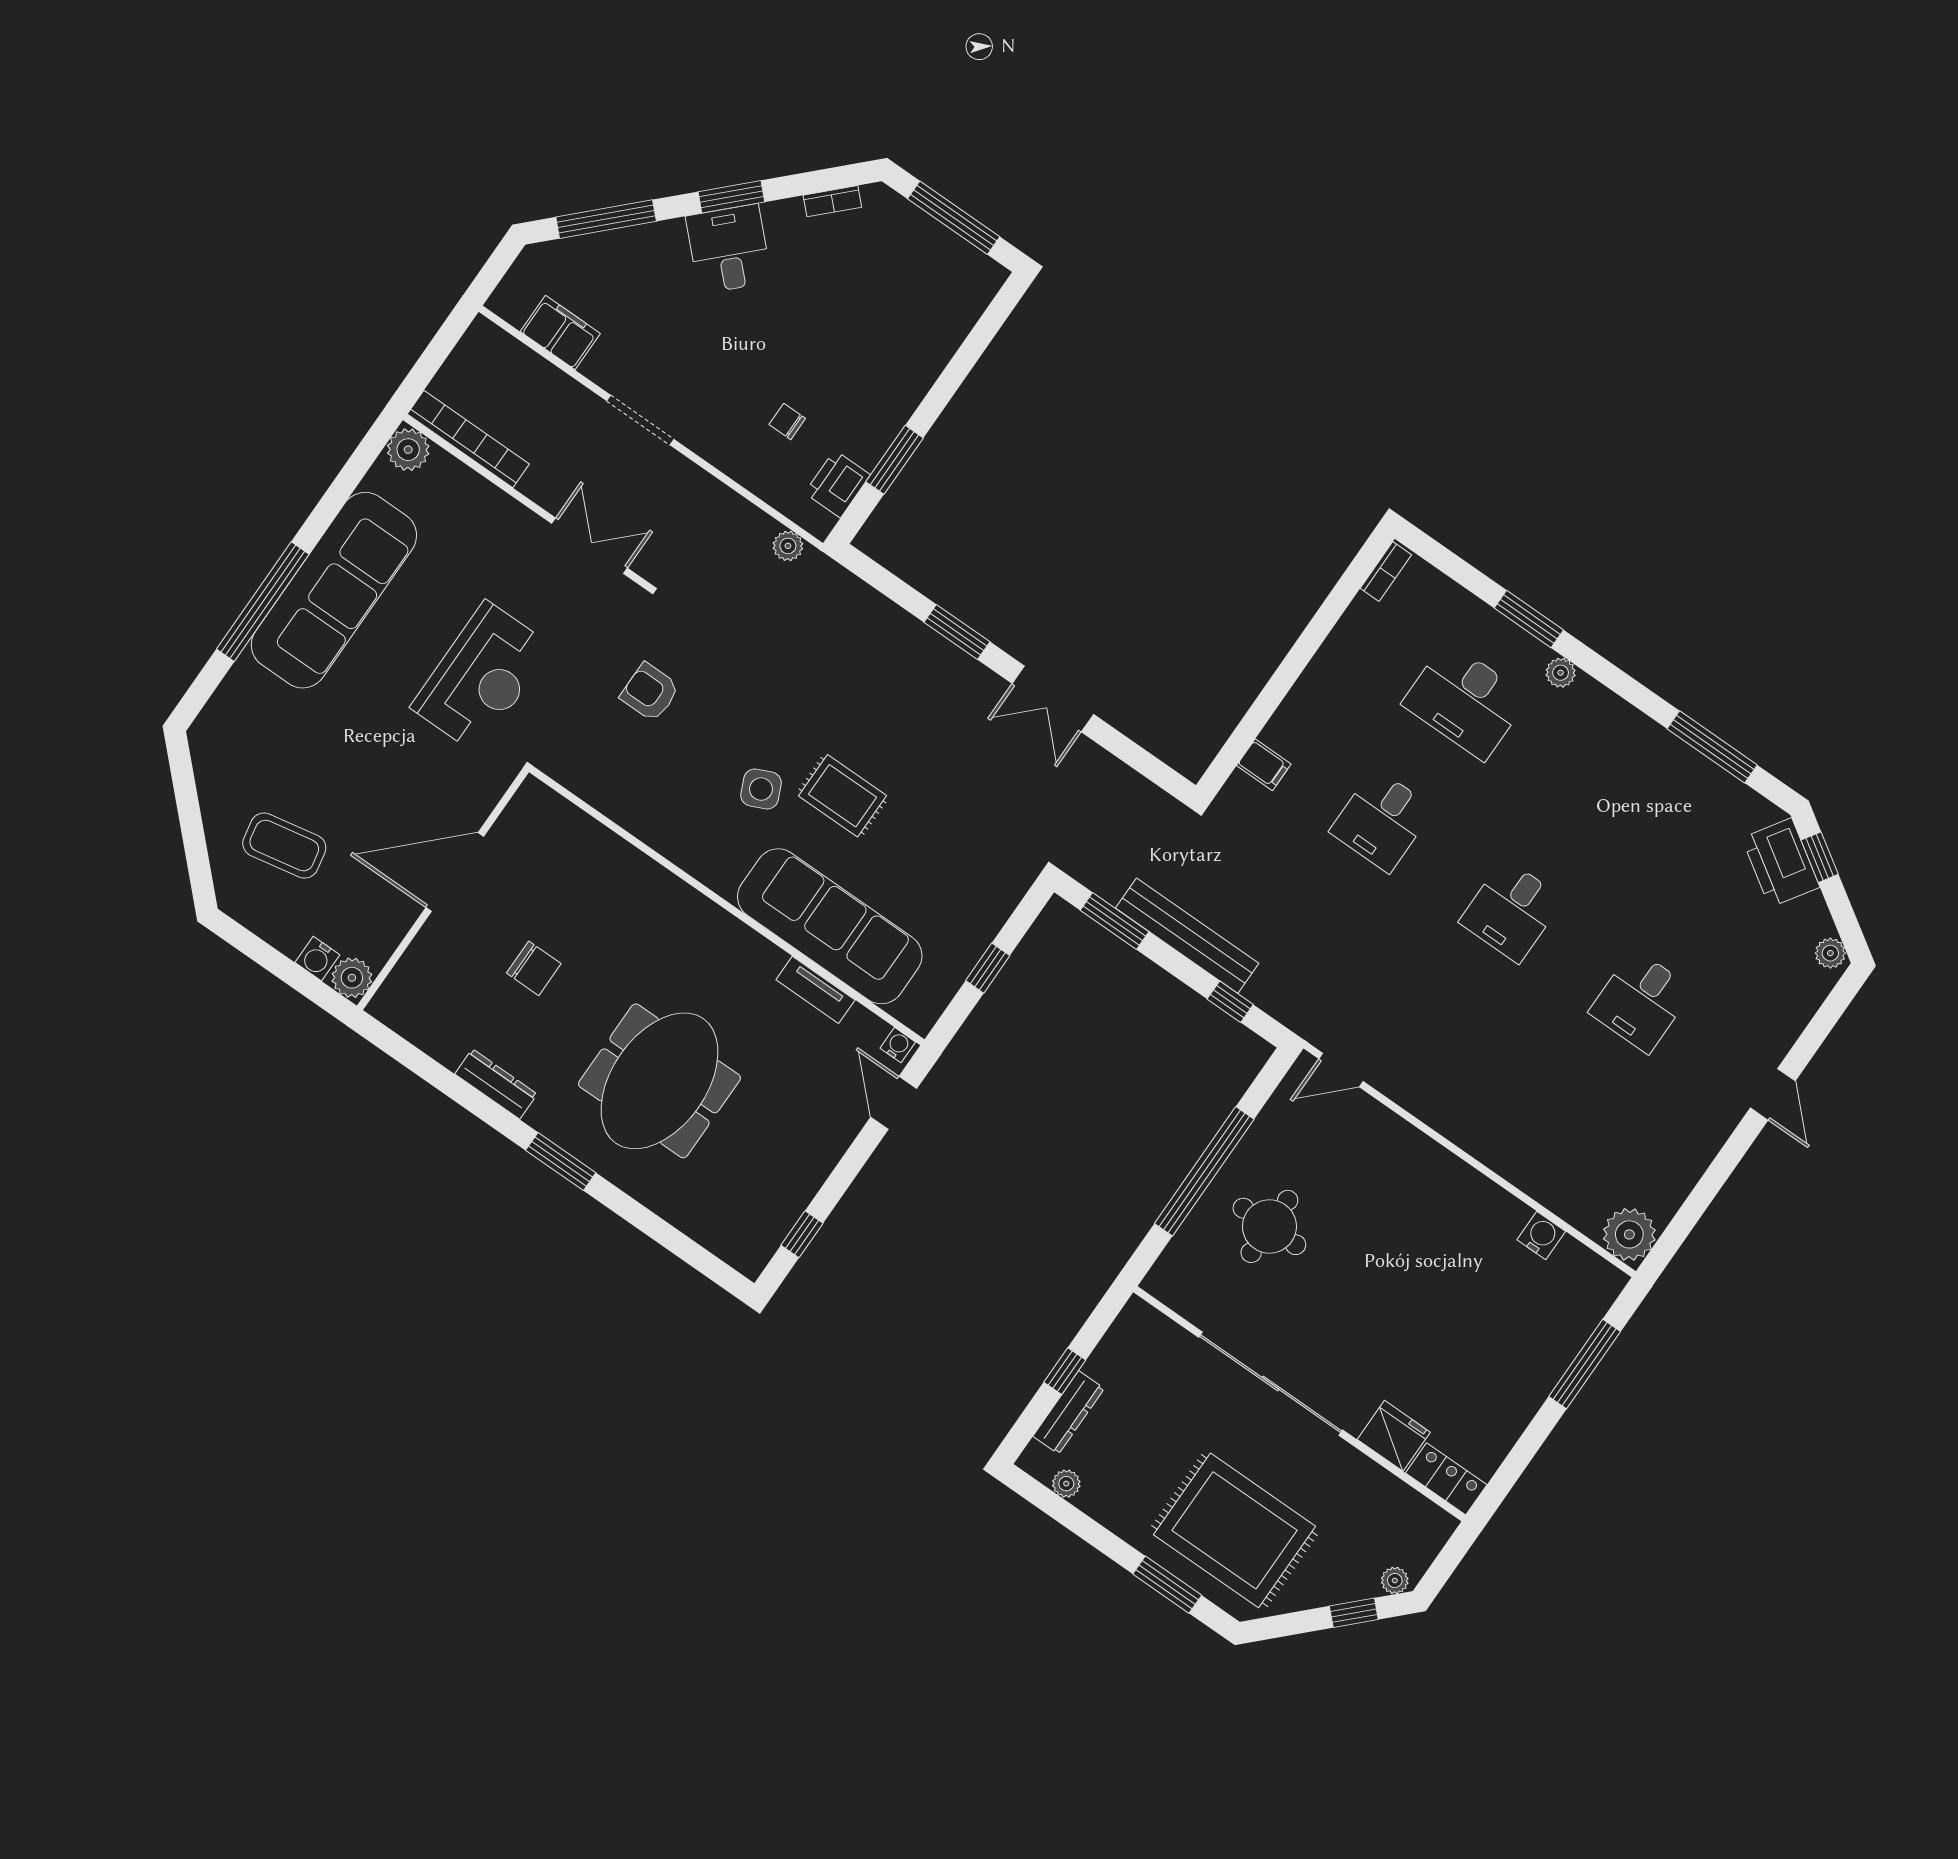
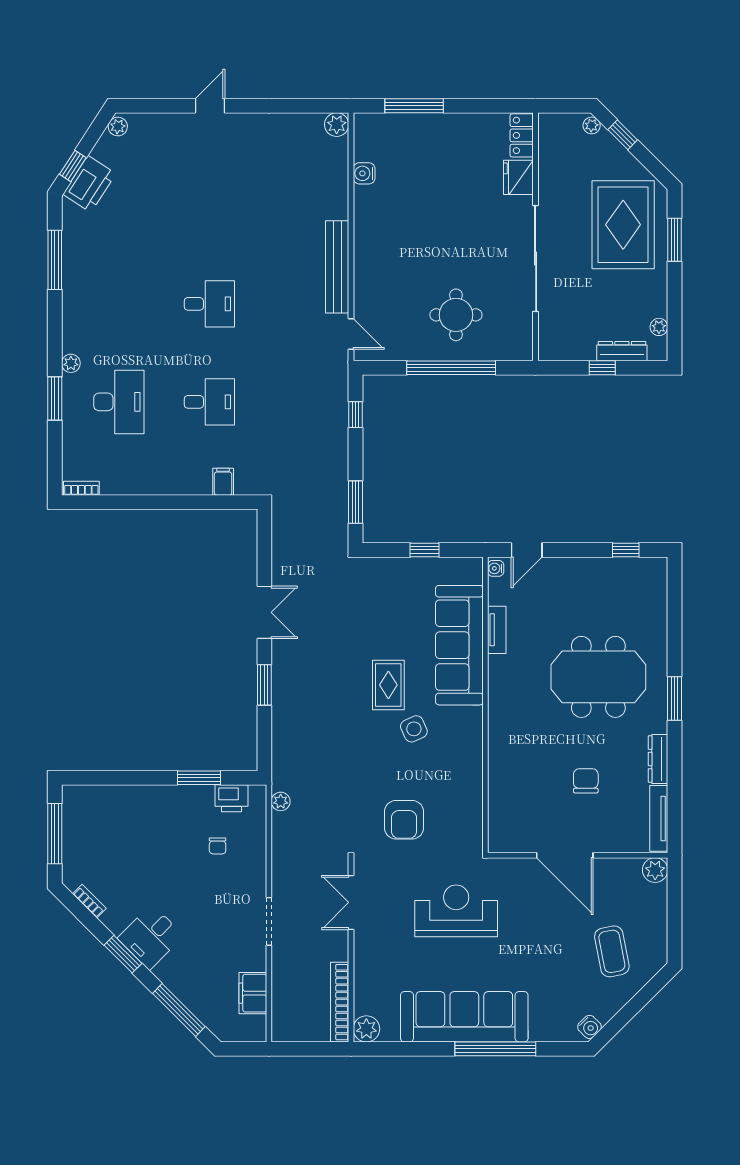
armchair: (650, 692) -> (404, 820), width x1.38, depth x1.38
bench: (1187, 936) -> (337, 267), moved
water cooler: (317, 959) -> (589, 1027), moved, turned 45
desk: (1641, 1001) -> (209, 206), removed
tv unit: (417, 1030) -> (659, 818), added
plant: (1629, 1234) -> (337, 125), width x0.73, depth x0.73

